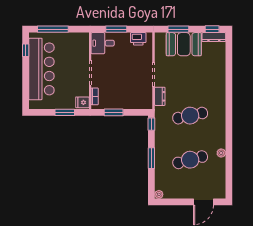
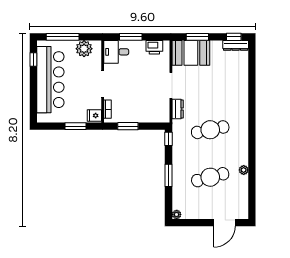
plant: (73, 40) -> (84, 49), added
booth: (184, 44) -> (191, 53), moved

